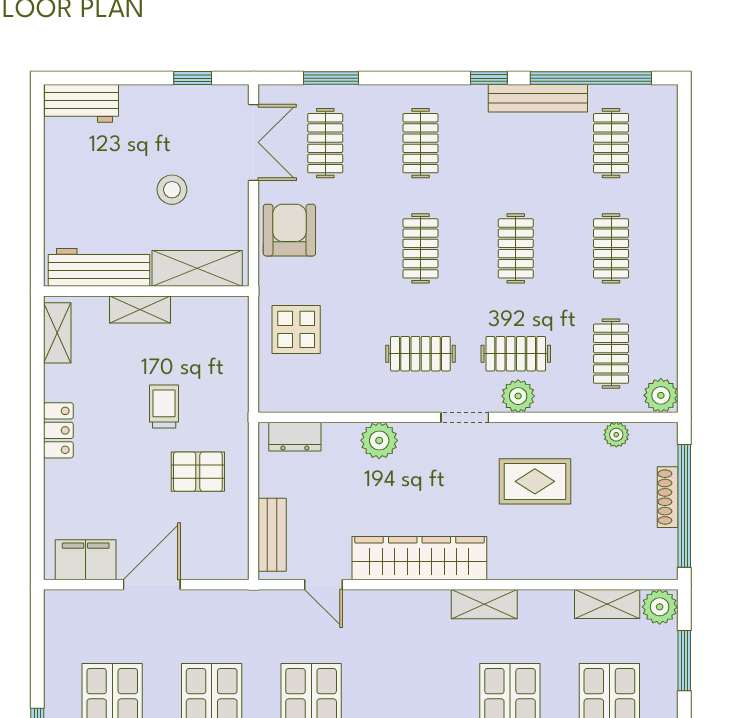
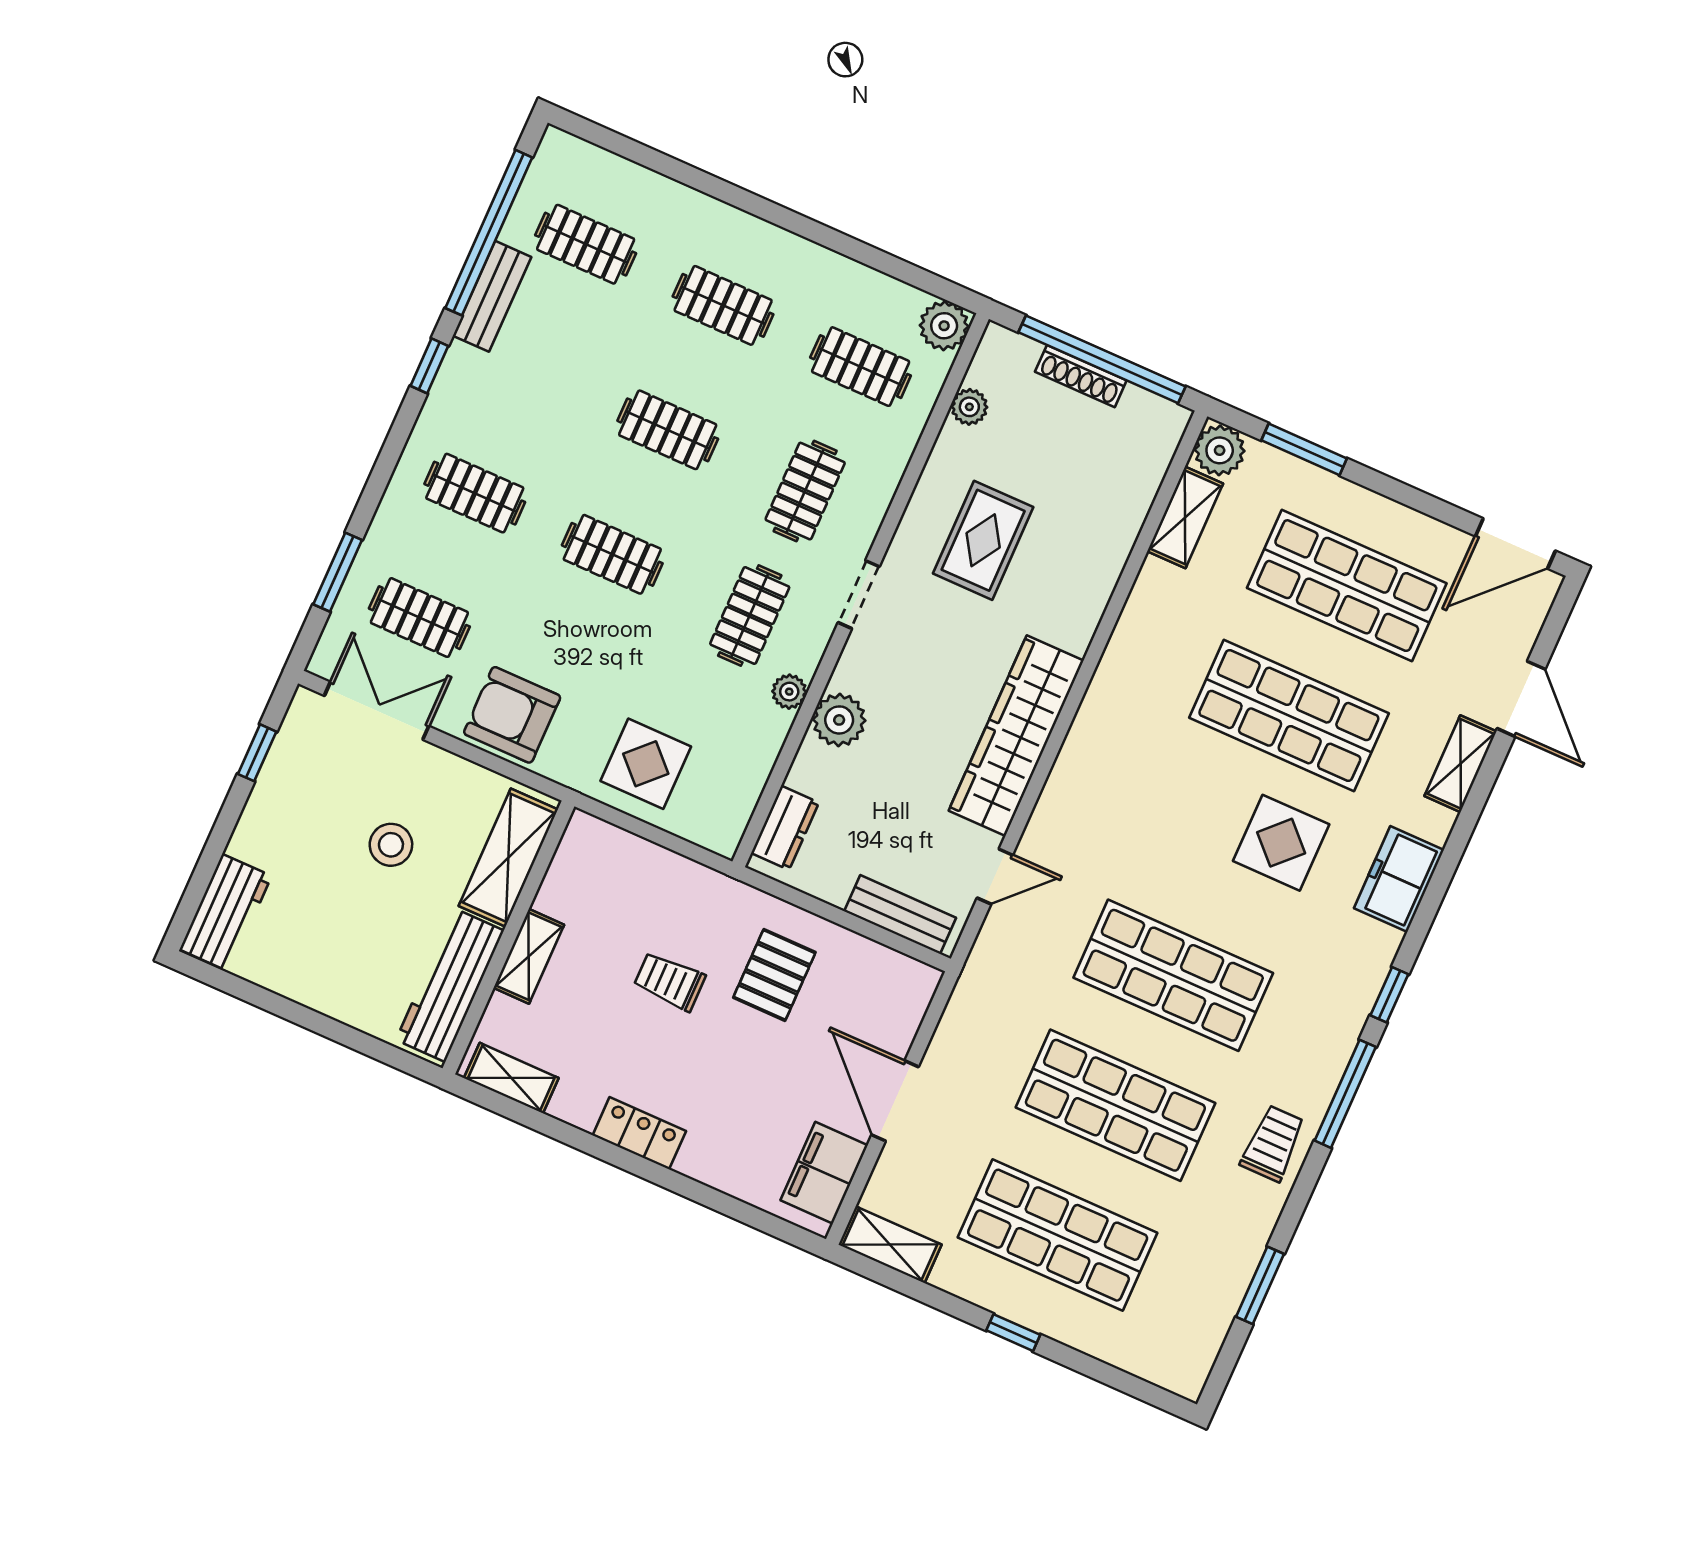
bench: (538, 98) -> (492, 296), width x0.73
plant: (518, 396) -> (789, 692), moved, width x0.73, depth x0.73
shelving: (484, 604) -> (890, 1245), moved, turned 90

